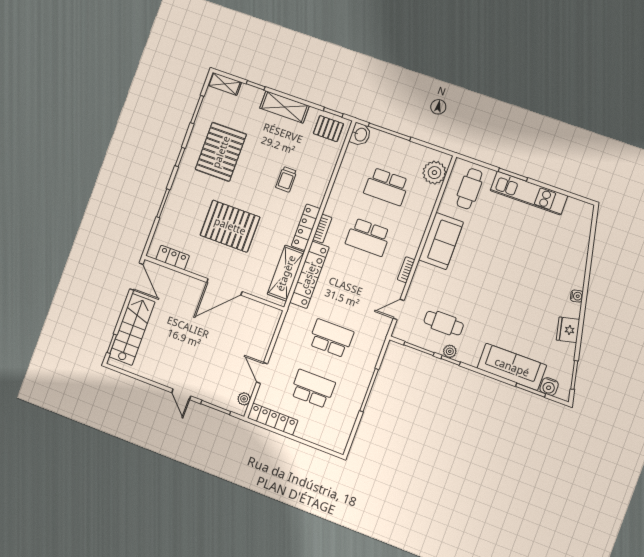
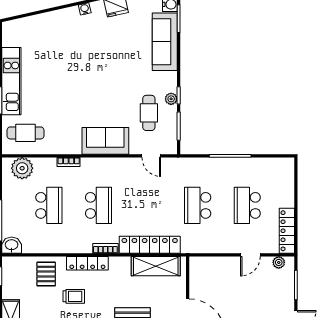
pallet: (328, 129) -> (46, 274), moved
locker: (306, 227) -> (87, 263), moved
sofa: (441, 241) -> (105, 141), moved
bookcase: (406, 270) -> (69, 162), moved

